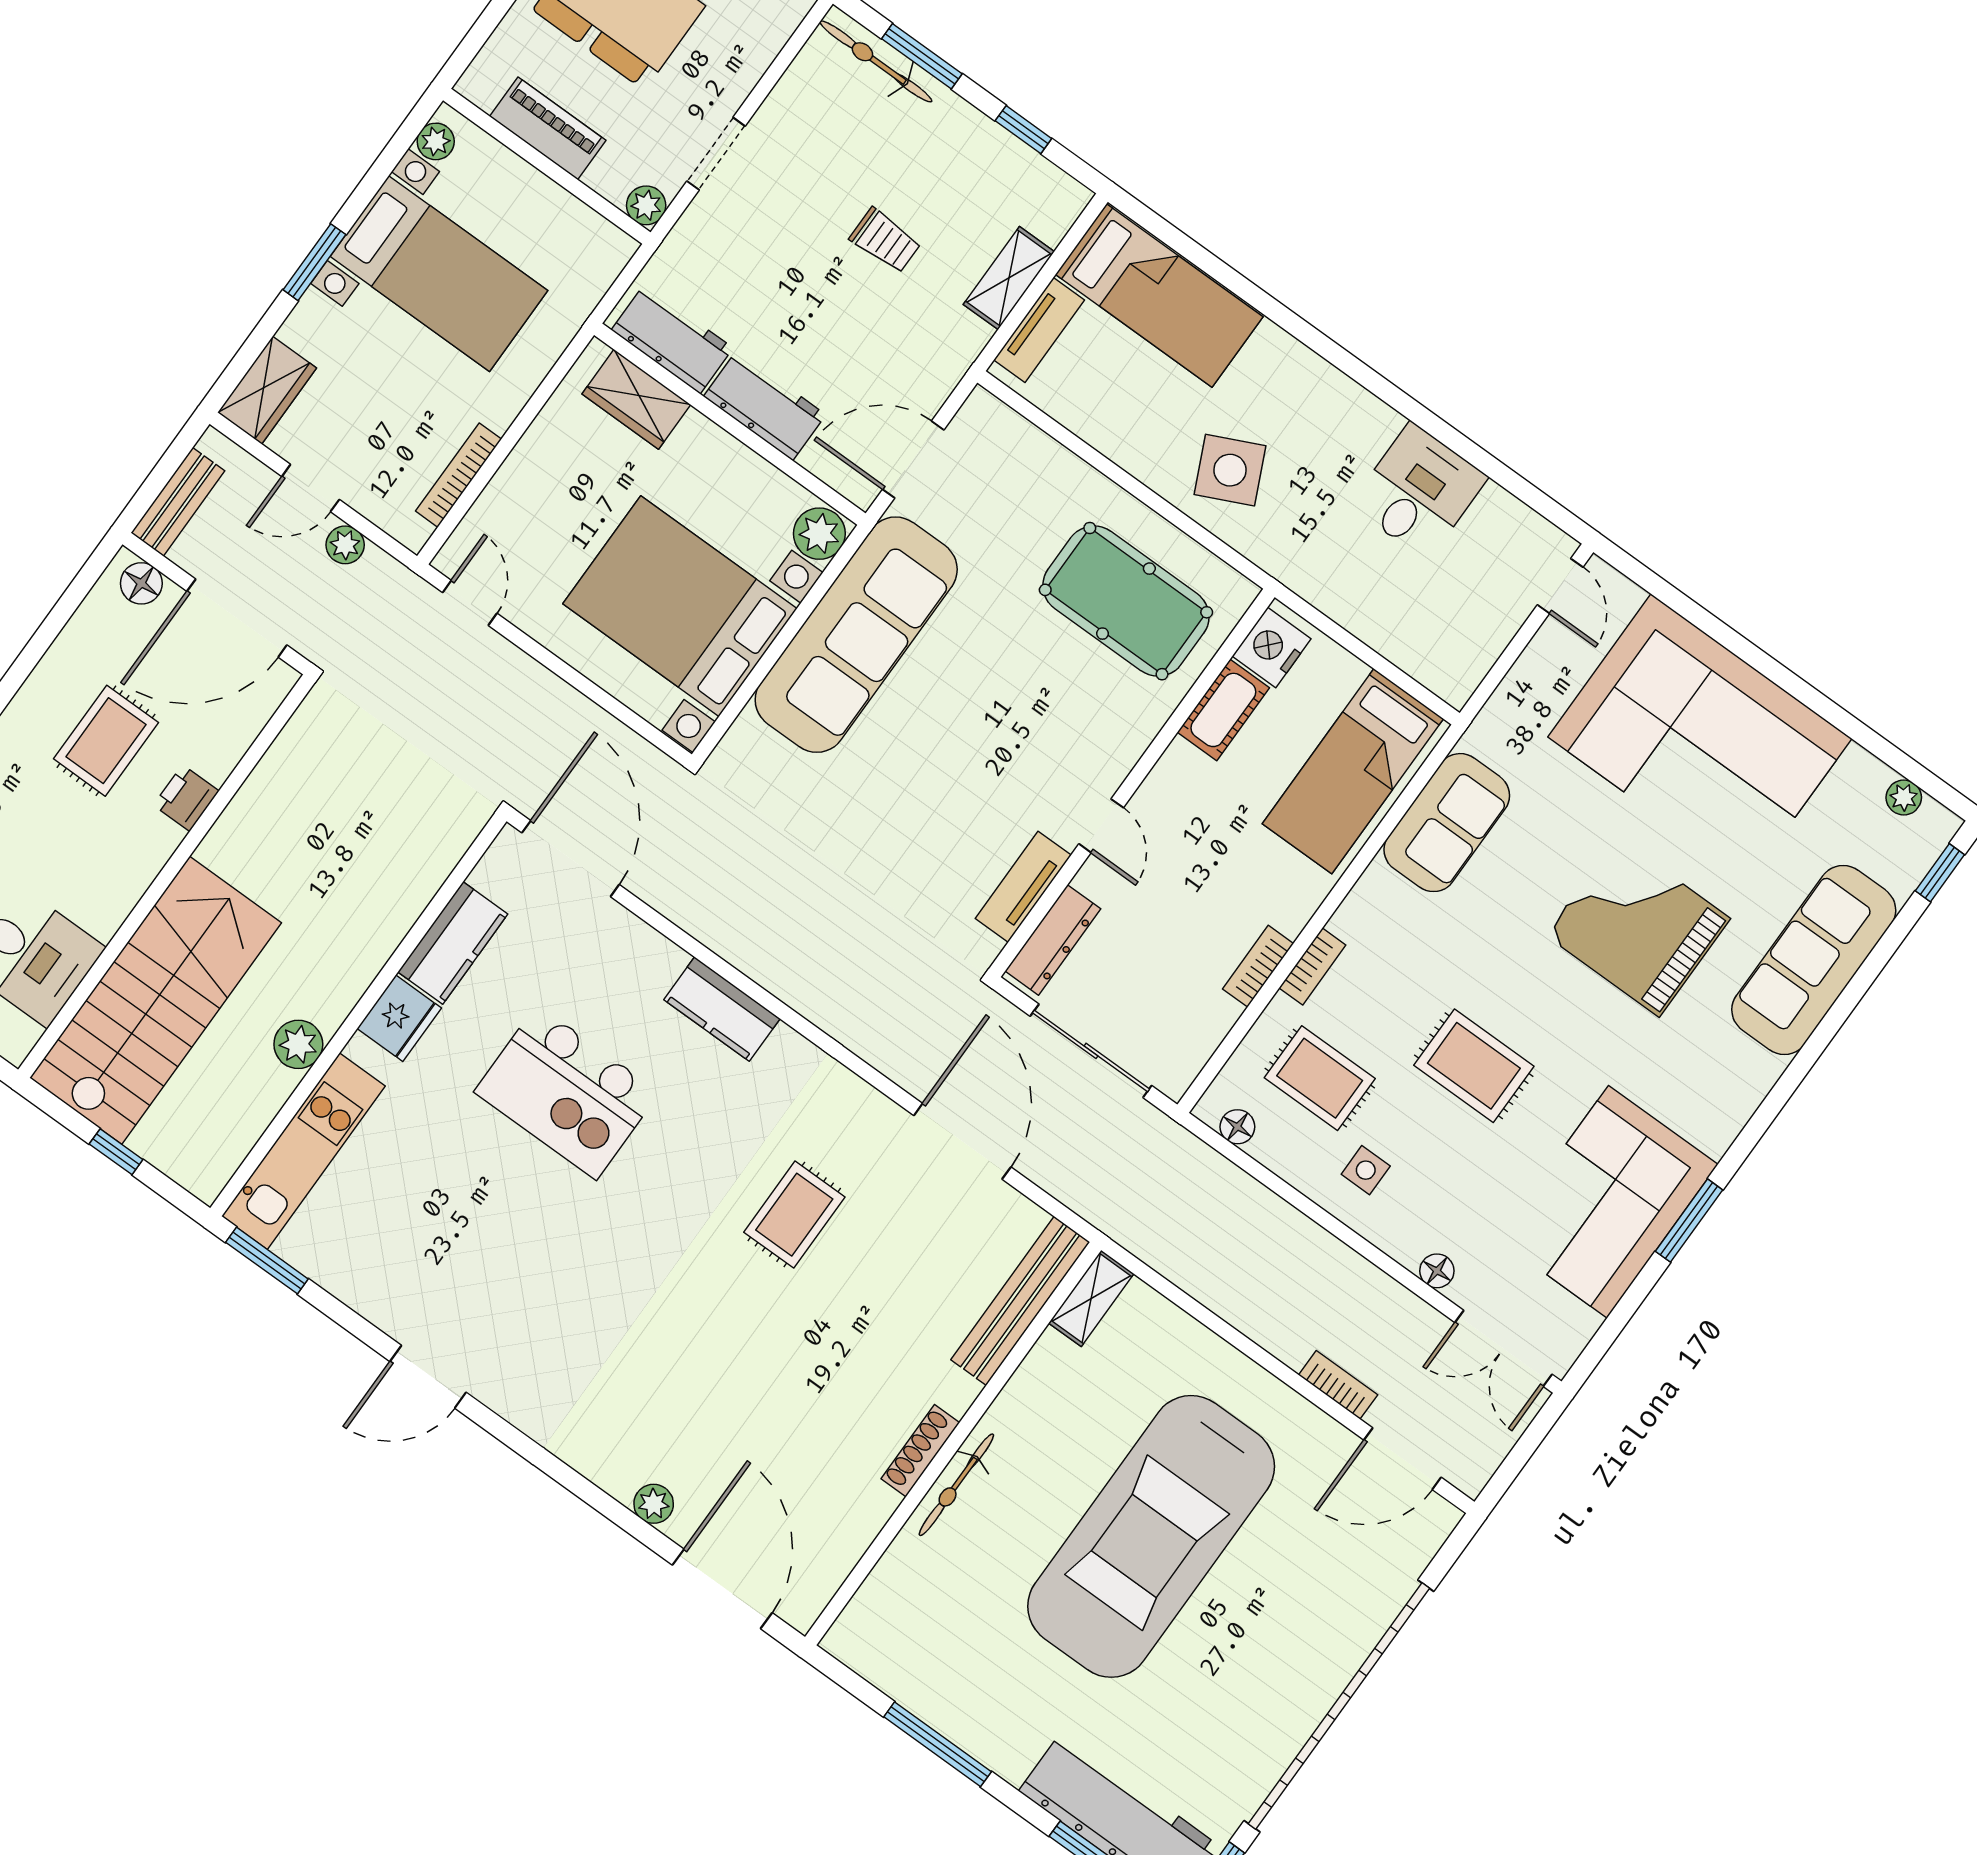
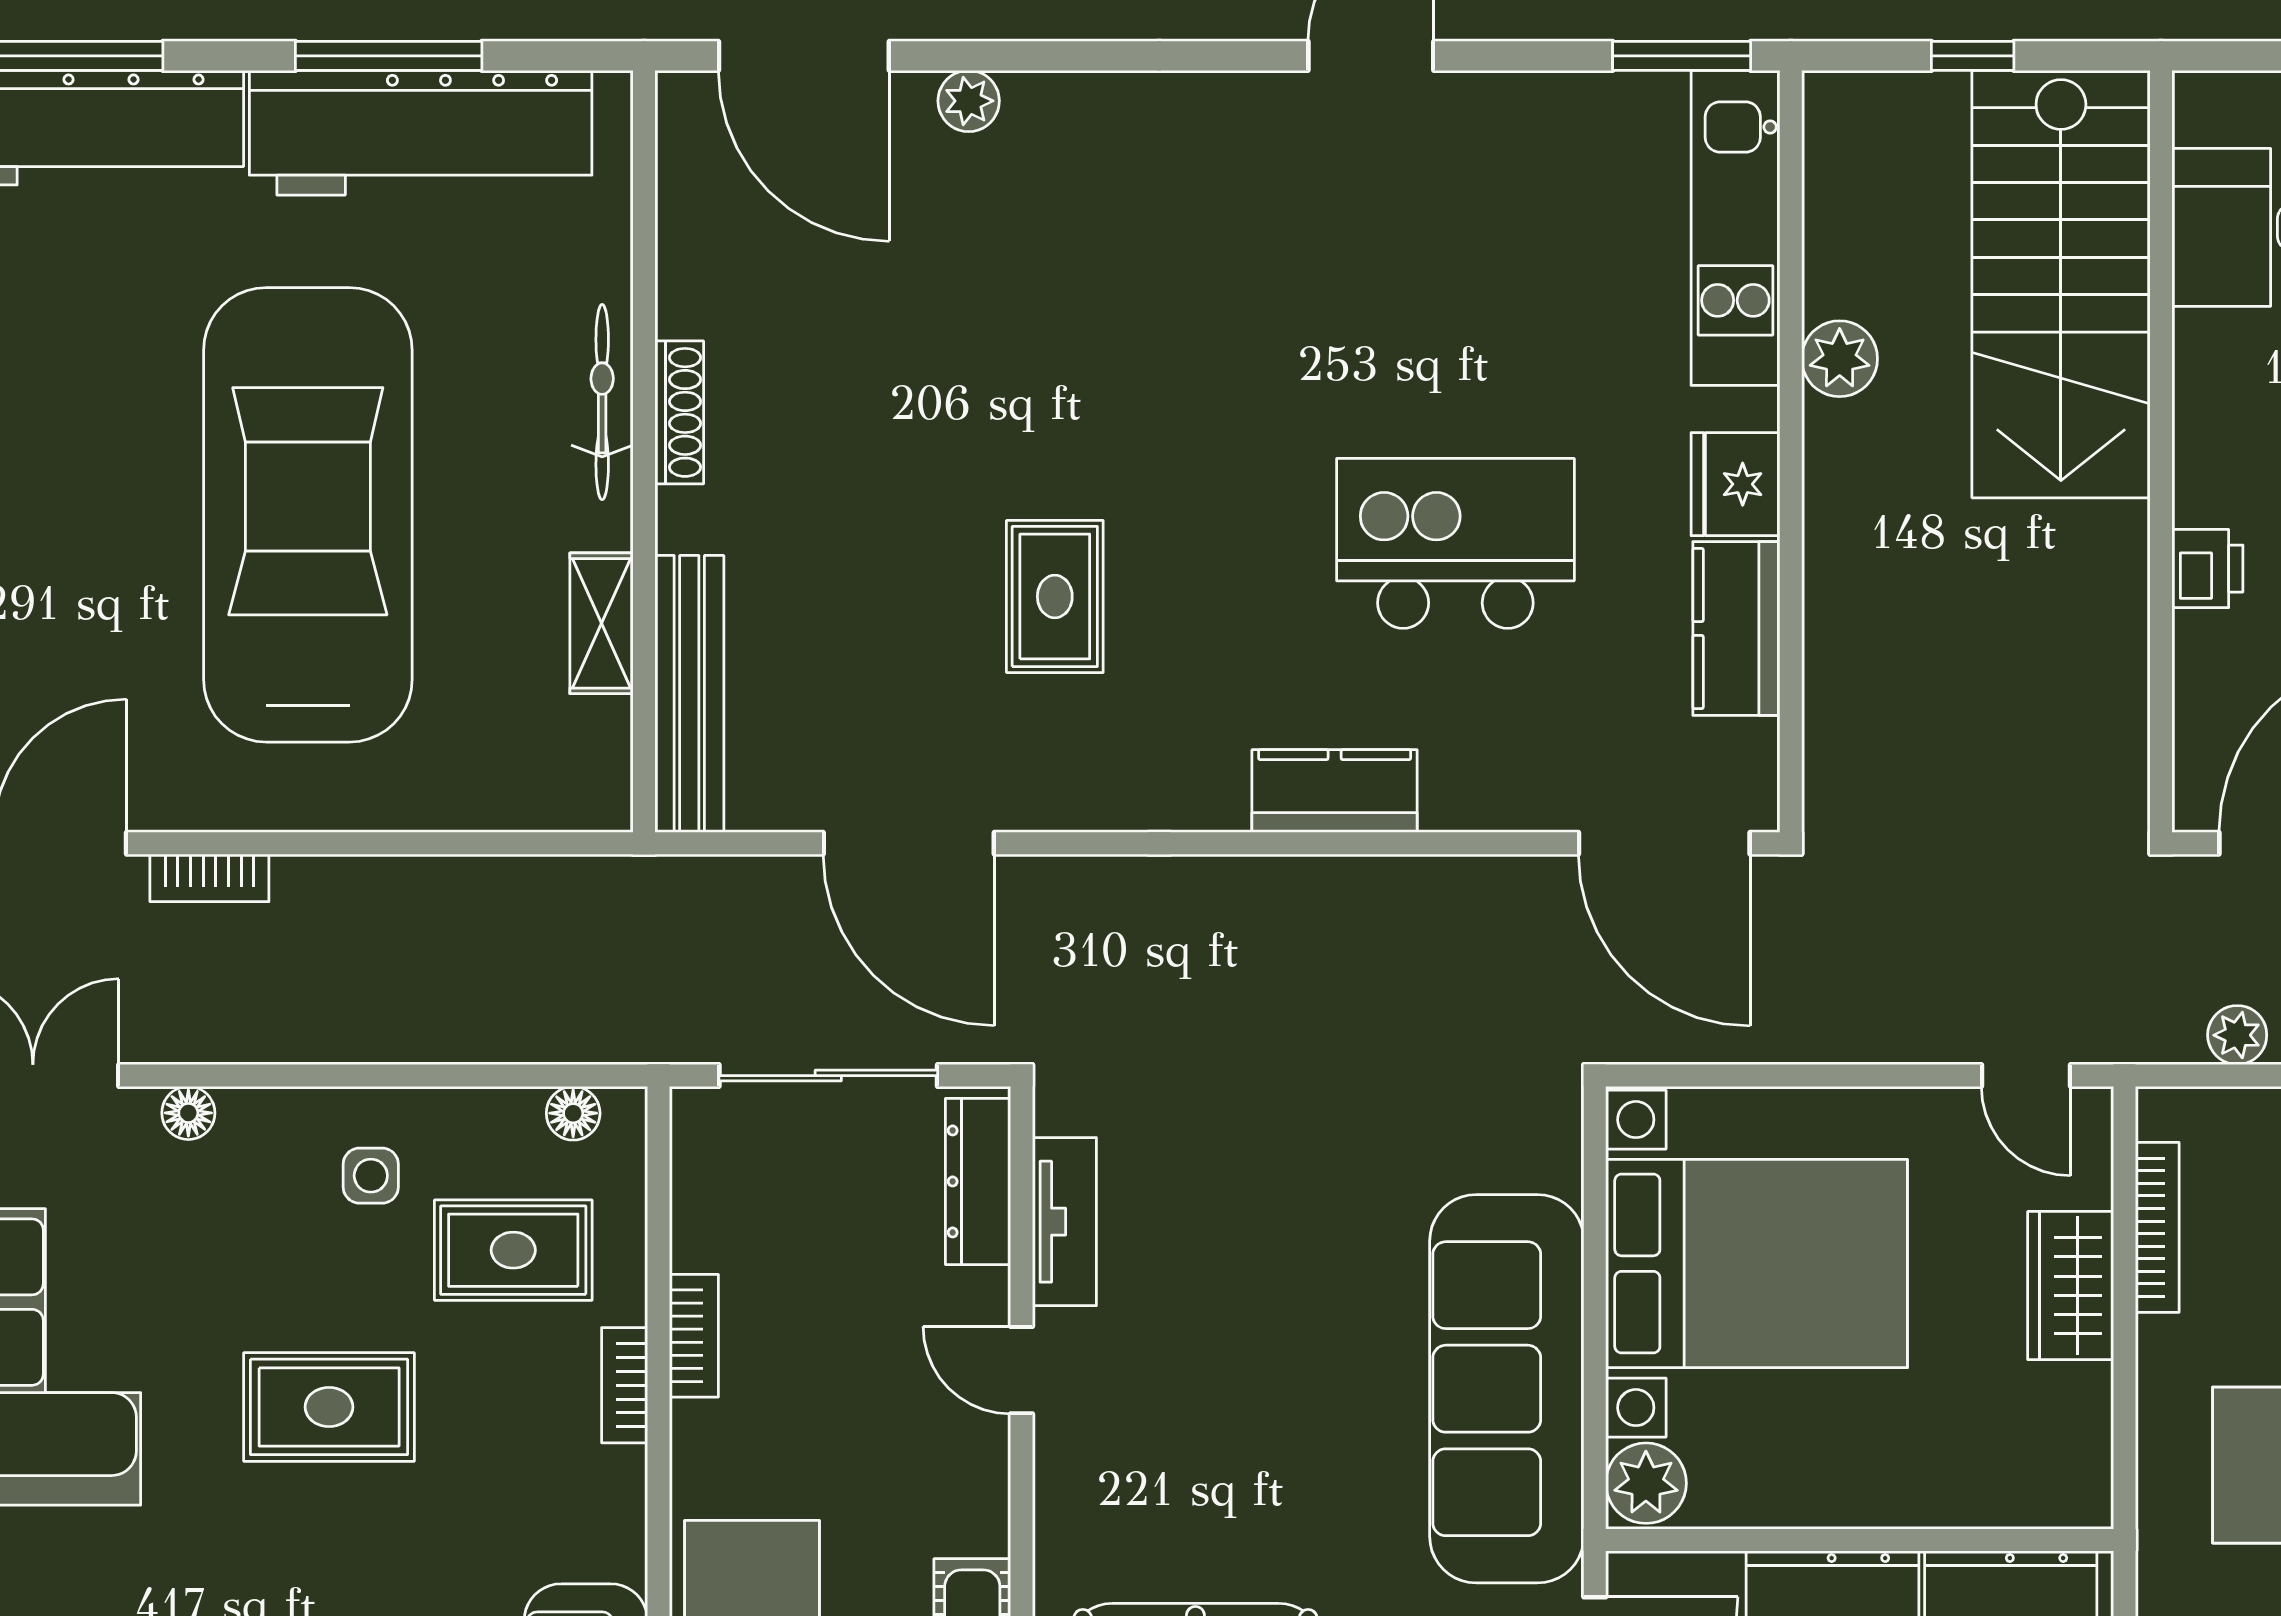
wardrobe: (636, 399) -> (2071, 1286), moved, turned -90
shelving: (1091, 1298) -> (601, 623), moved
workbench: (950, 1692) -> (421, 133), added

